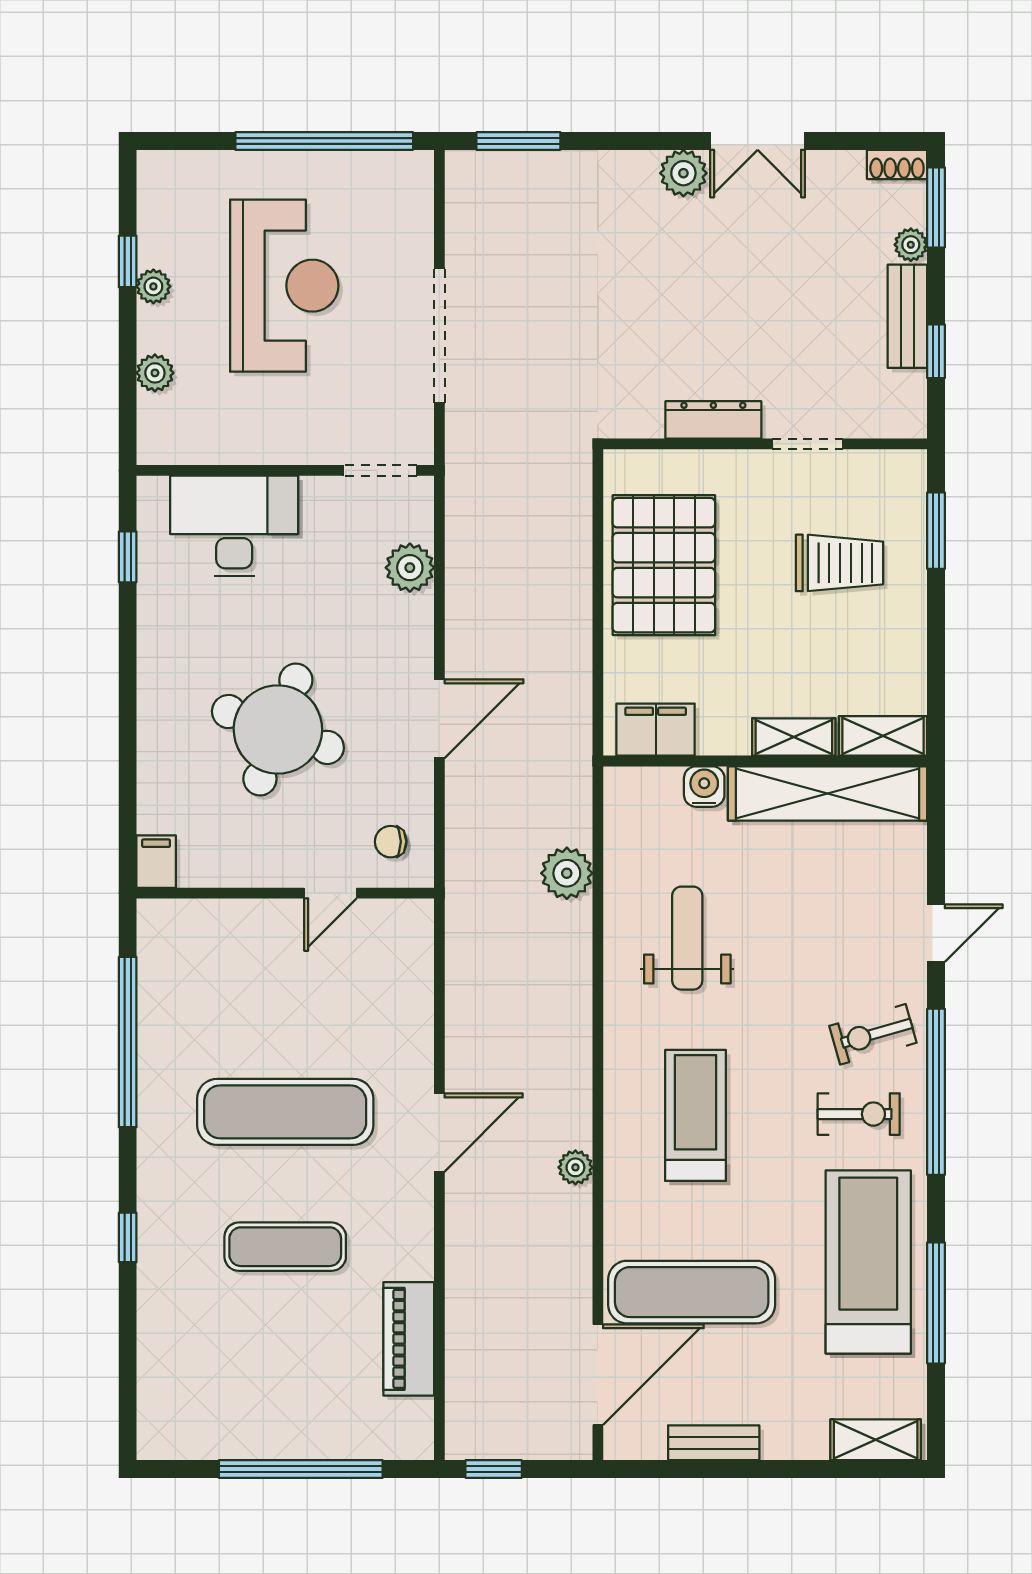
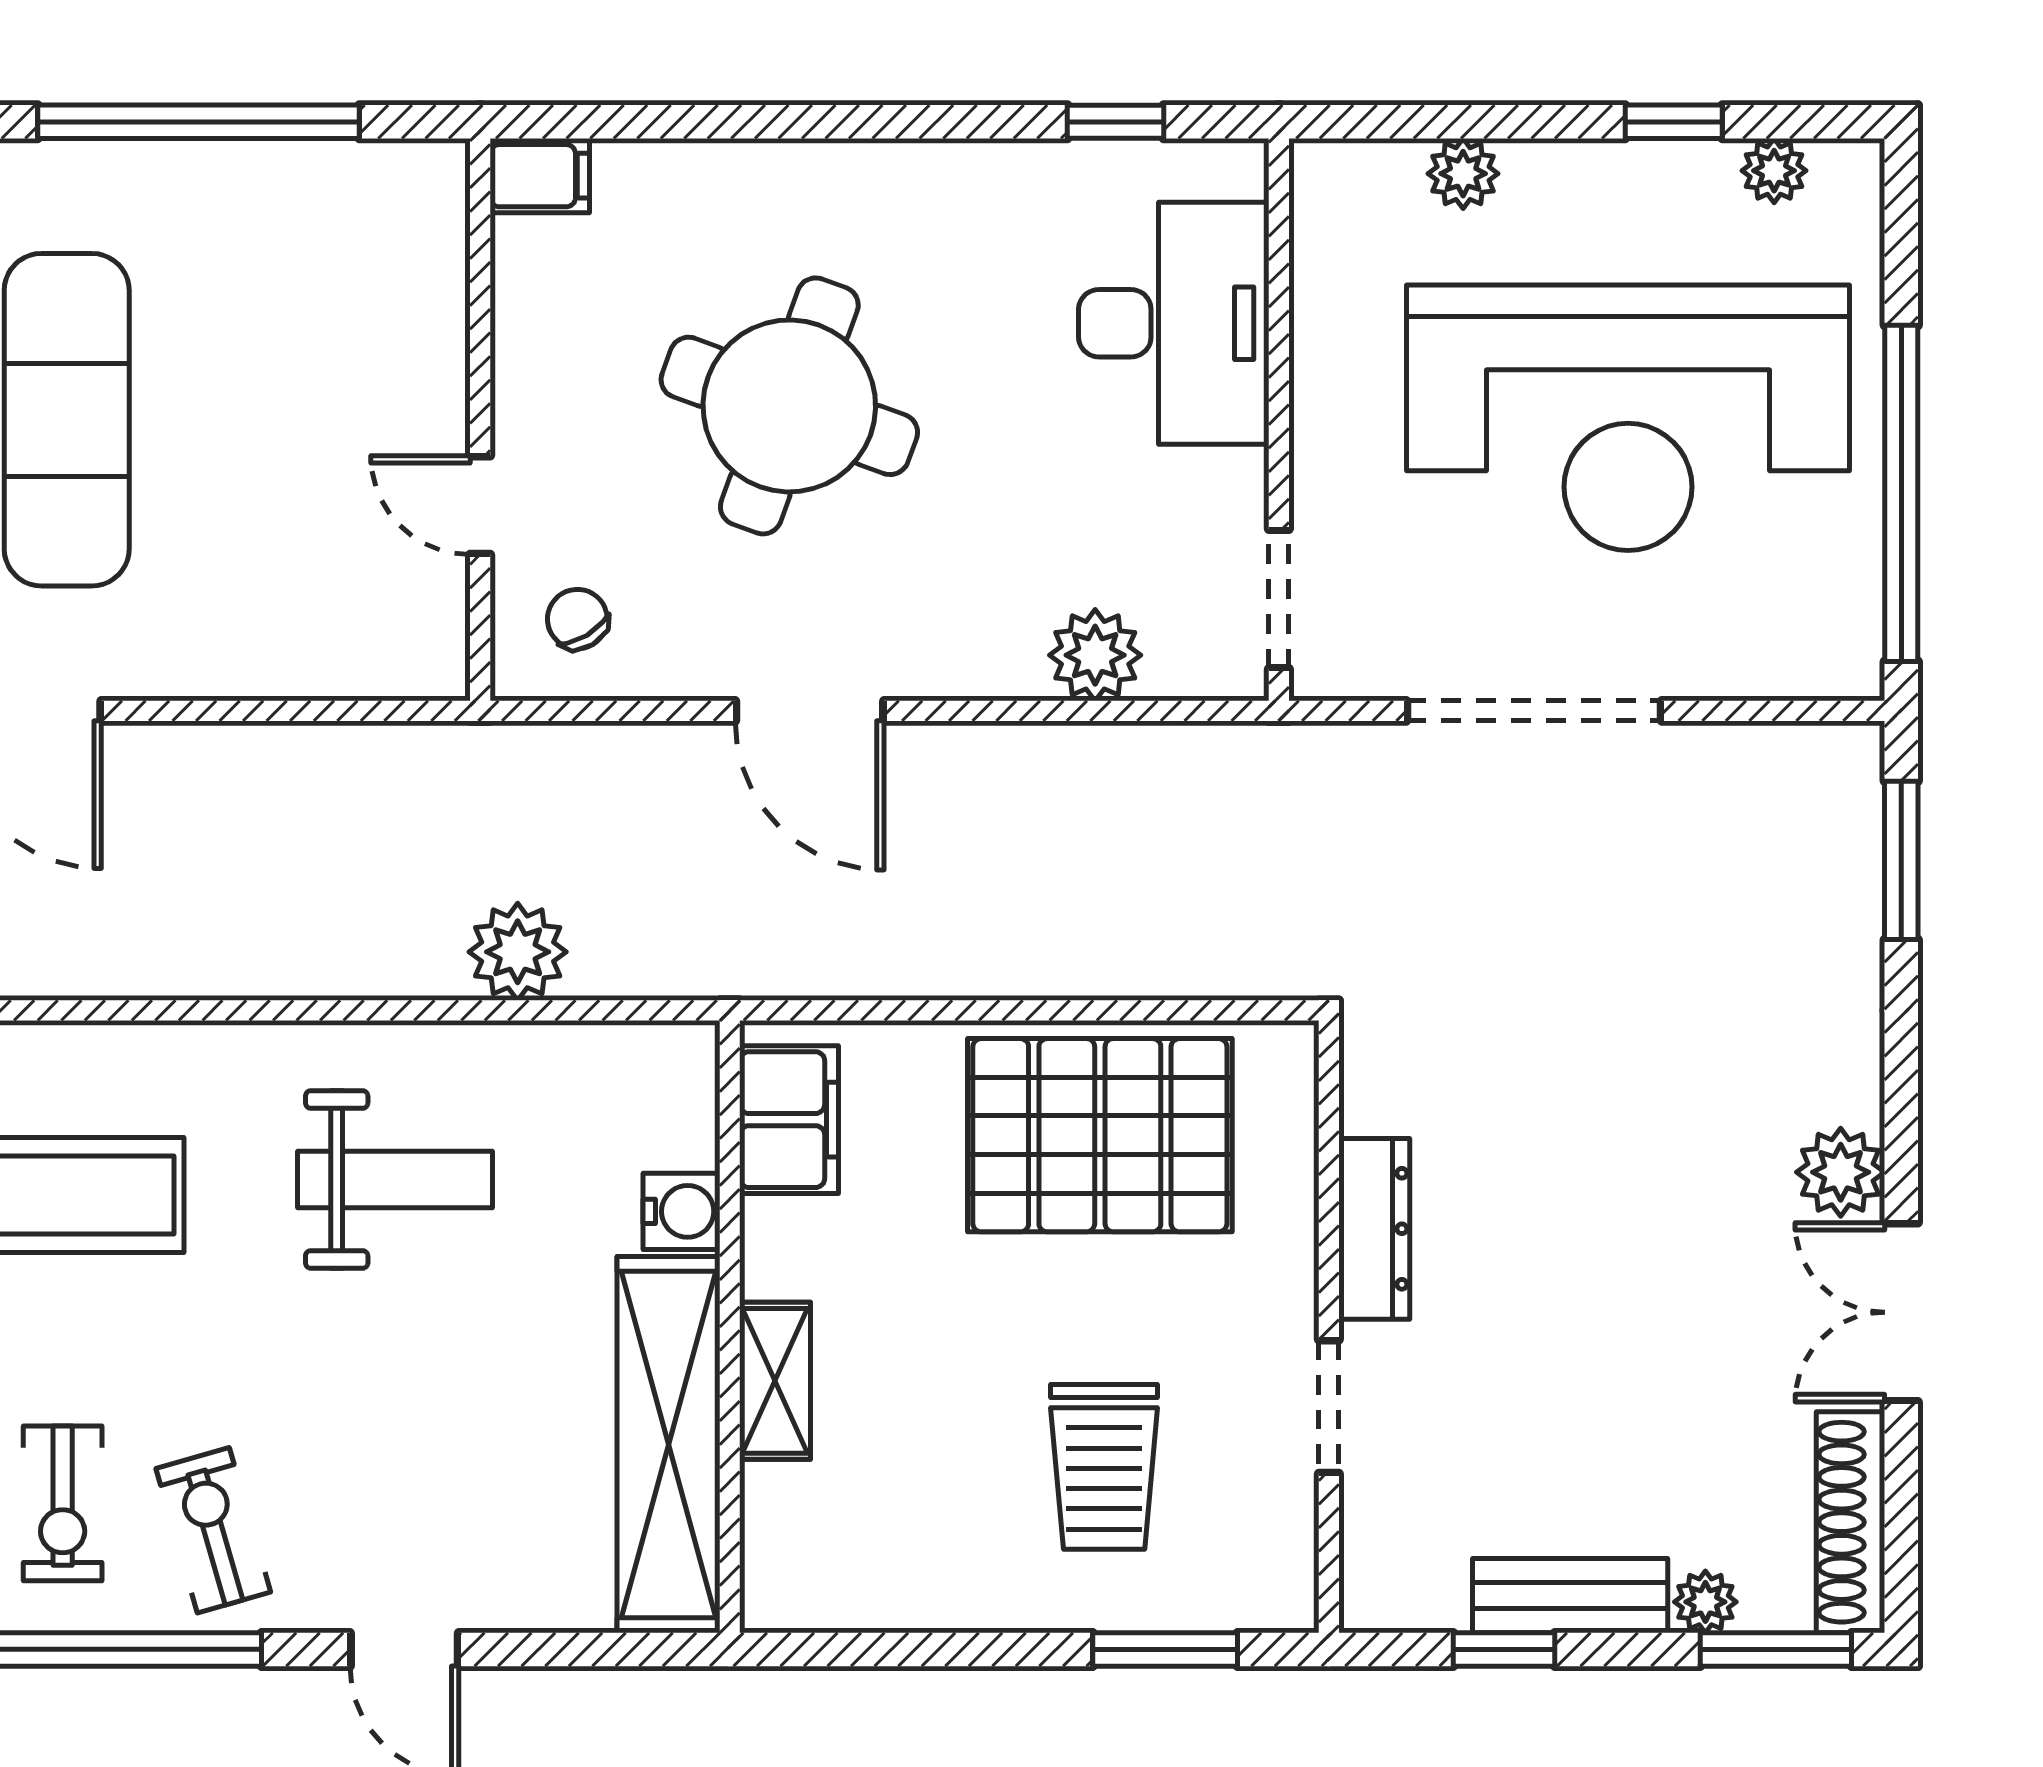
shoe rack: (897, 164) -> (1850, 1522), width x1.94, depth x1.24
plant: (153, 286) -> (1774, 171), moved
reception desk: (284, 286) -> (1628, 418), width x1.36, depth x1.30
shelving: (883, 736) -> (777, 1549), removed
chair: (391, 842) -> (577, 619), turned -31

